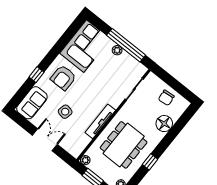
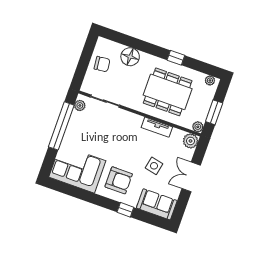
plant: (117, 50) -> (80, 105), moved
tv unit: (100, 121) -> (157, 127), width x0.71
plant: (75, 150) -> (191, 141), added

